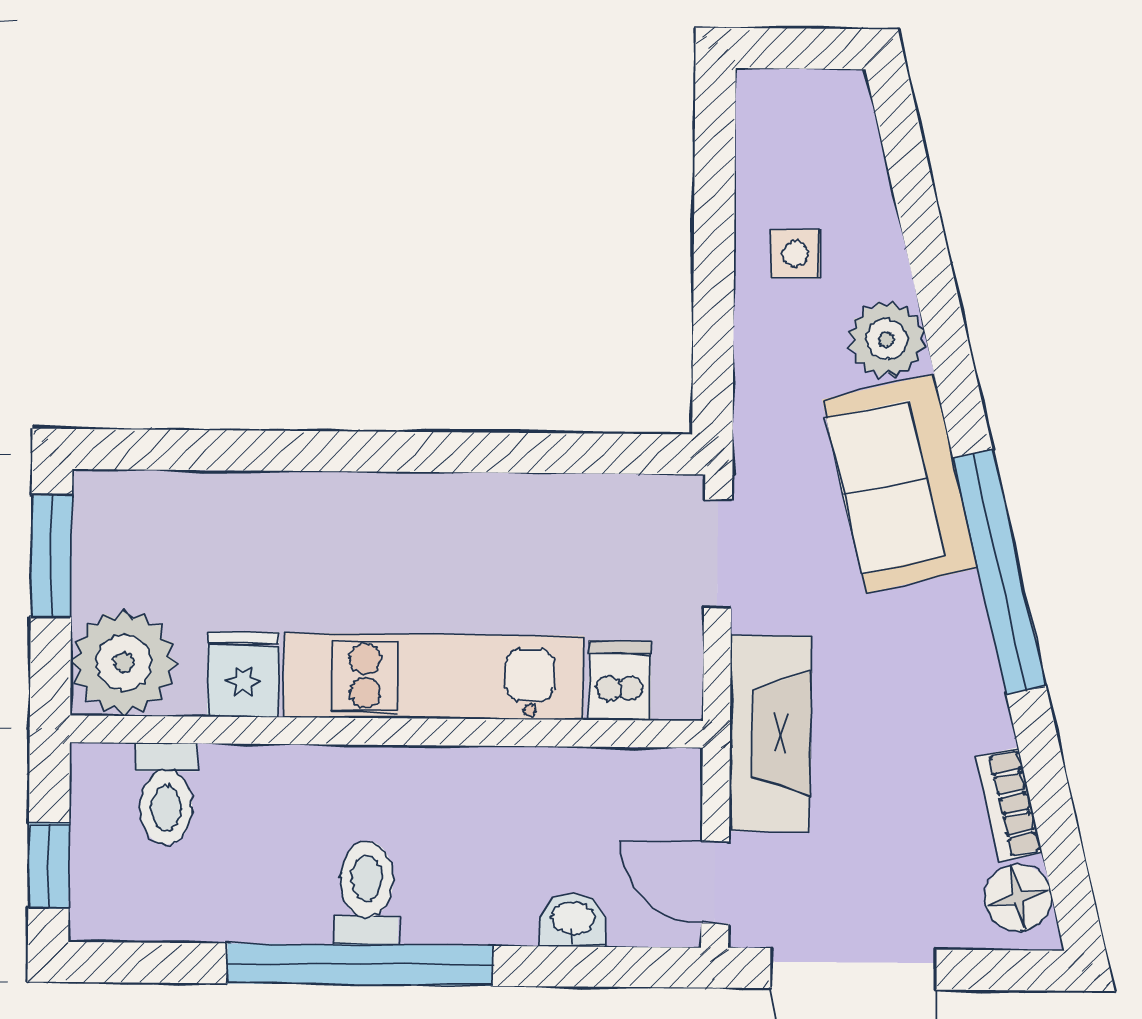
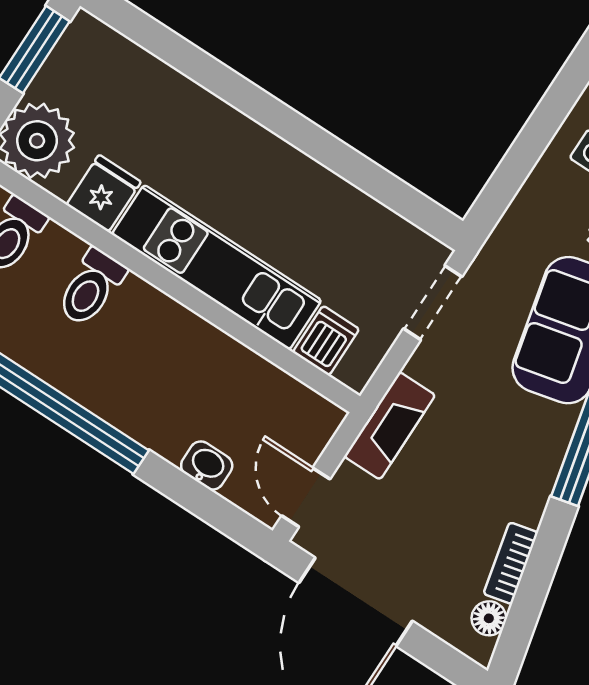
fireplace: (770, 733) -> (390, 426), width x0.73, depth x0.76
toilet: (367, 893) -> (91, 287), moved, turned 180
floor lamp: (1018, 898) -> (489, 618), width x0.73, depth x0.73

